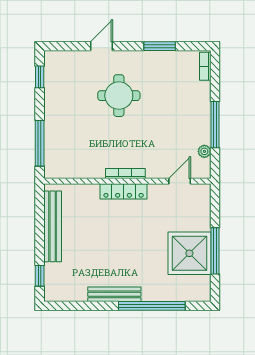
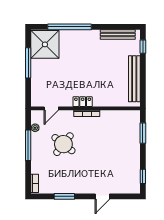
round table: (119, 96) -> (63, 144), moved, turned 38
window: (40, 143) -> (143, 133), width x0.69
locker: (124, 191) -> (83, 102), width x0.66
shower: (189, 253) -> (45, 44), moved
bench: (114, 294) -> (118, 34), moved

